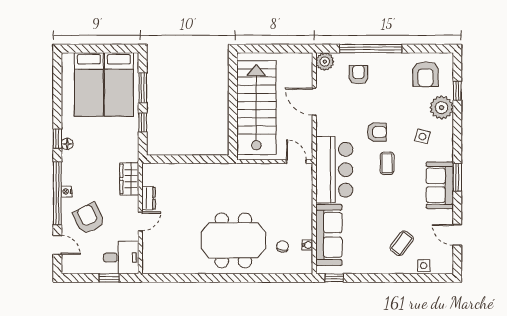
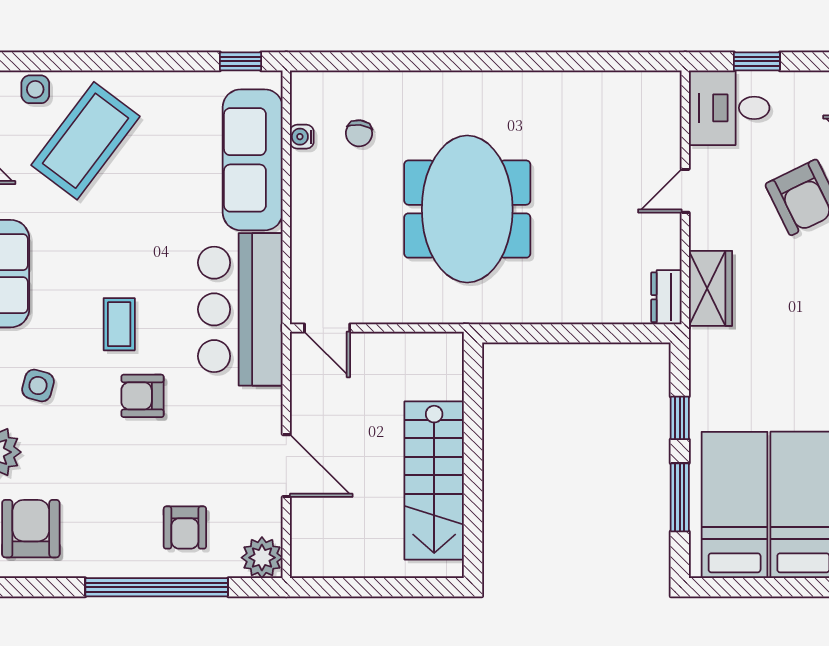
stairs: (256, 108) -> (434, 480), width x0.73, depth x0.66
dresser: (149, 198) -> (666, 297), moved
meeting table: (233, 240) -> (467, 209), moved, turned 90
coffee table: (402, 243) -> (86, 141), width x1.86, depth x1.72

